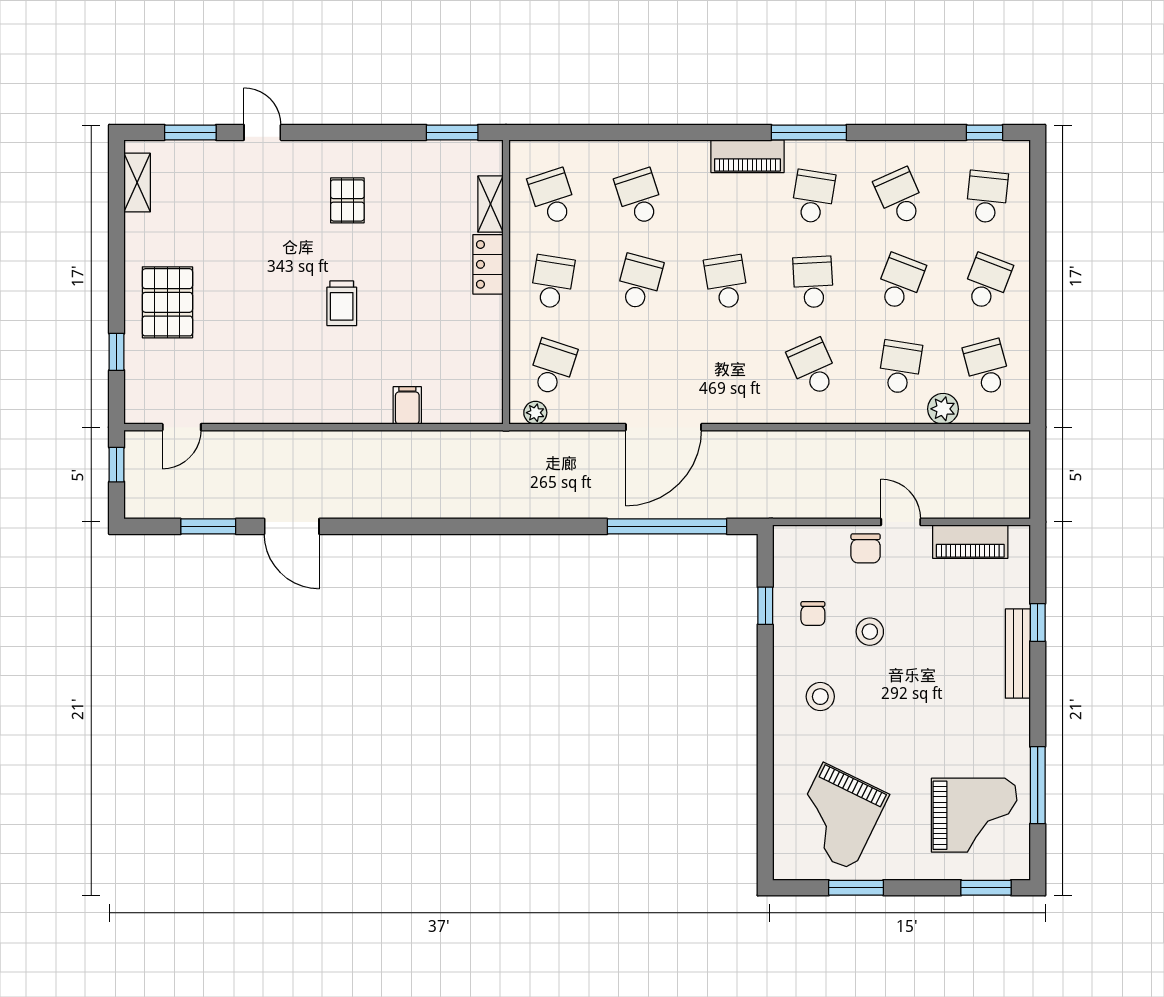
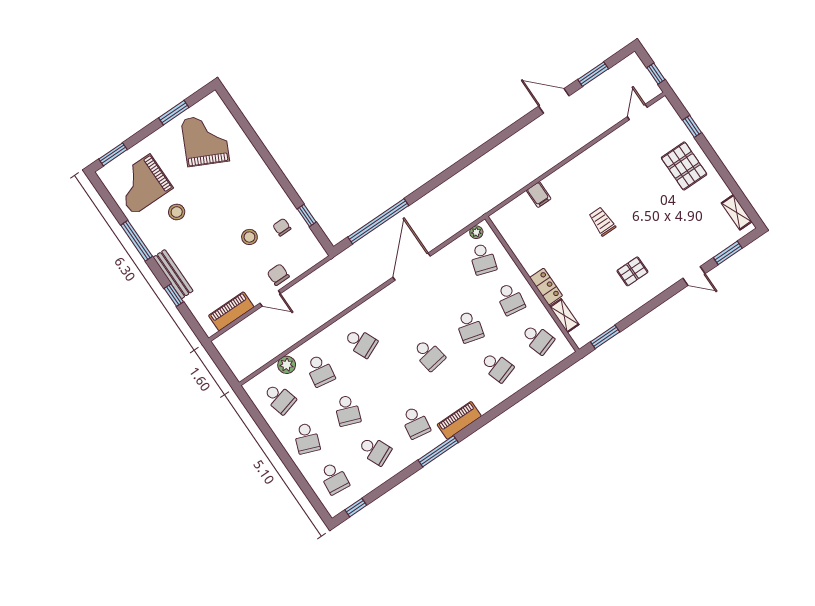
pallet: (347, 200) -> (632, 271), turned 90
school desk: (813, 282) -> (388, 383), removed
stool: (820, 697) -> (177, 212), moved
window: (1038, 785) -> (137, 241), moved

